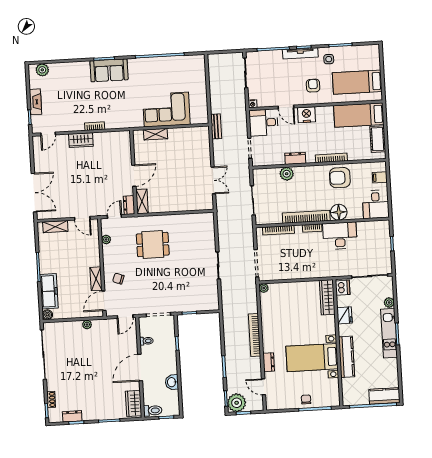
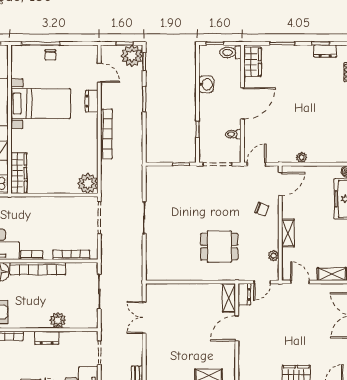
shelving: (96, 279) -> (288, 233), moved
plant: (264, 288) -> (88, 183), width x1.88, depth x1.88

